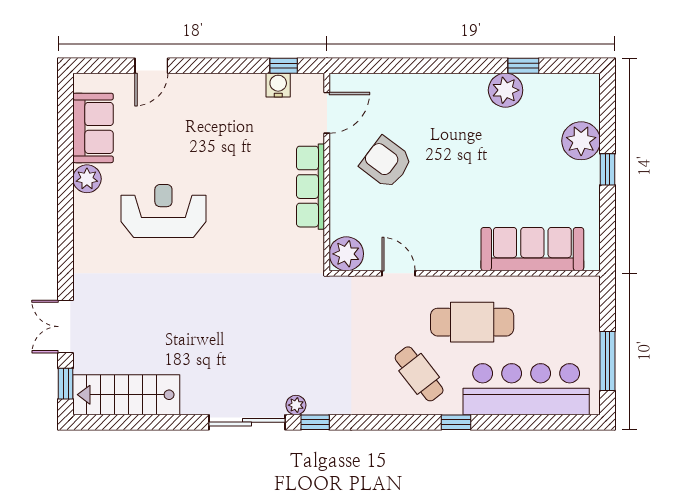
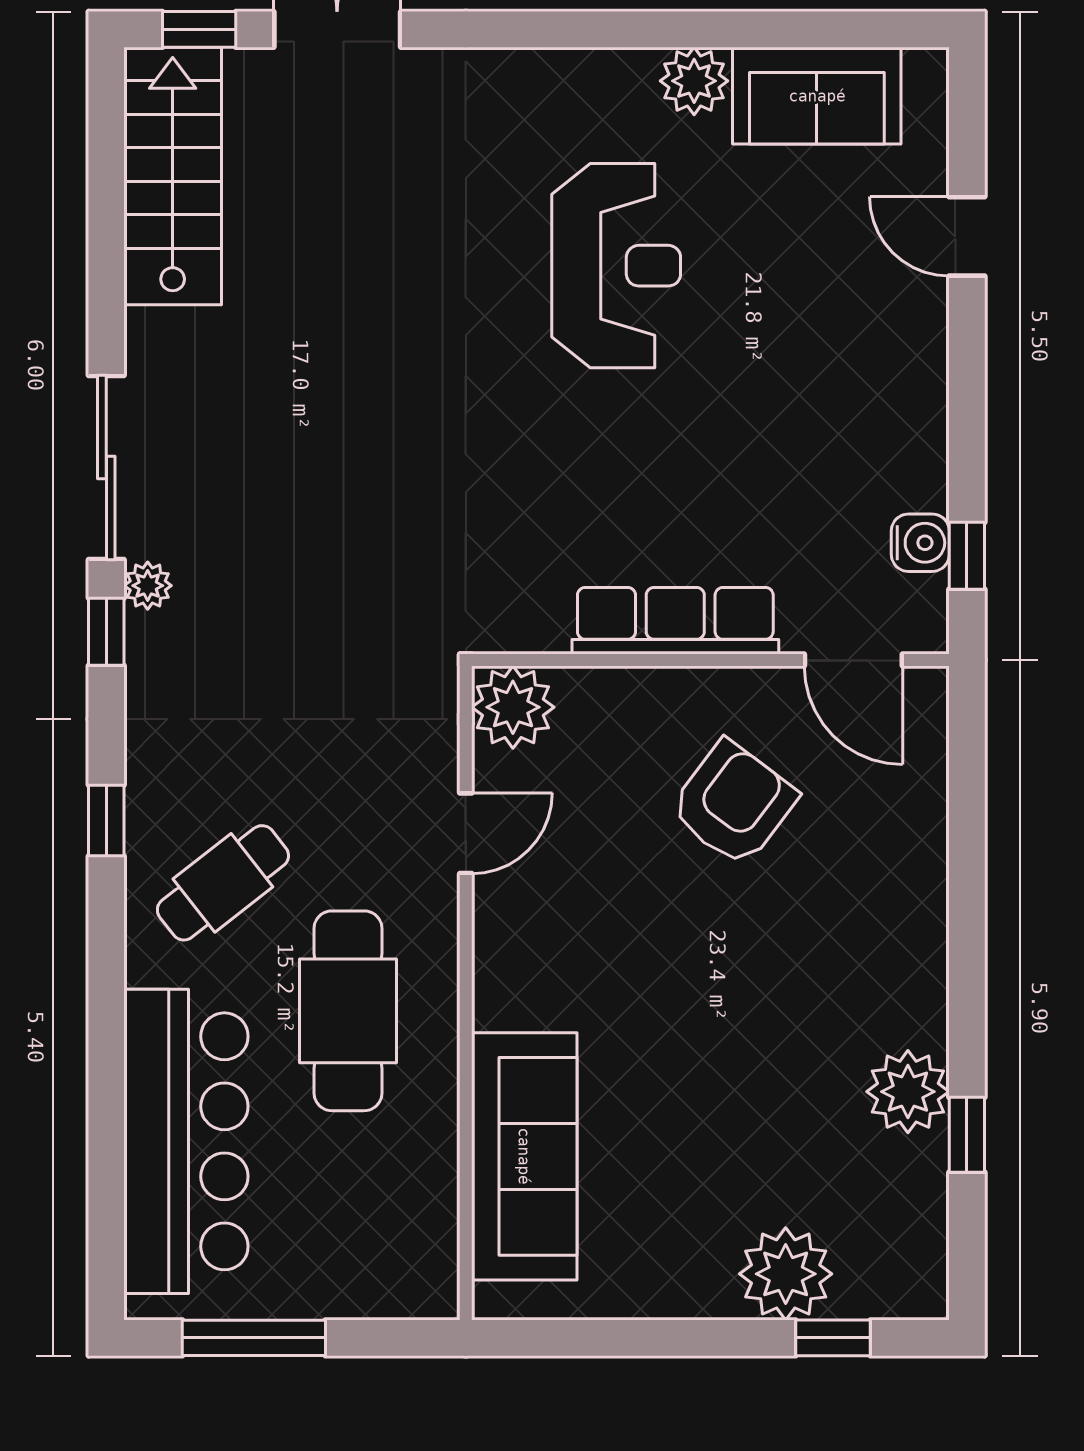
window: (608, 169) -> (833, 1338), moved
window: (456, 422) -> (106, 820), moved

